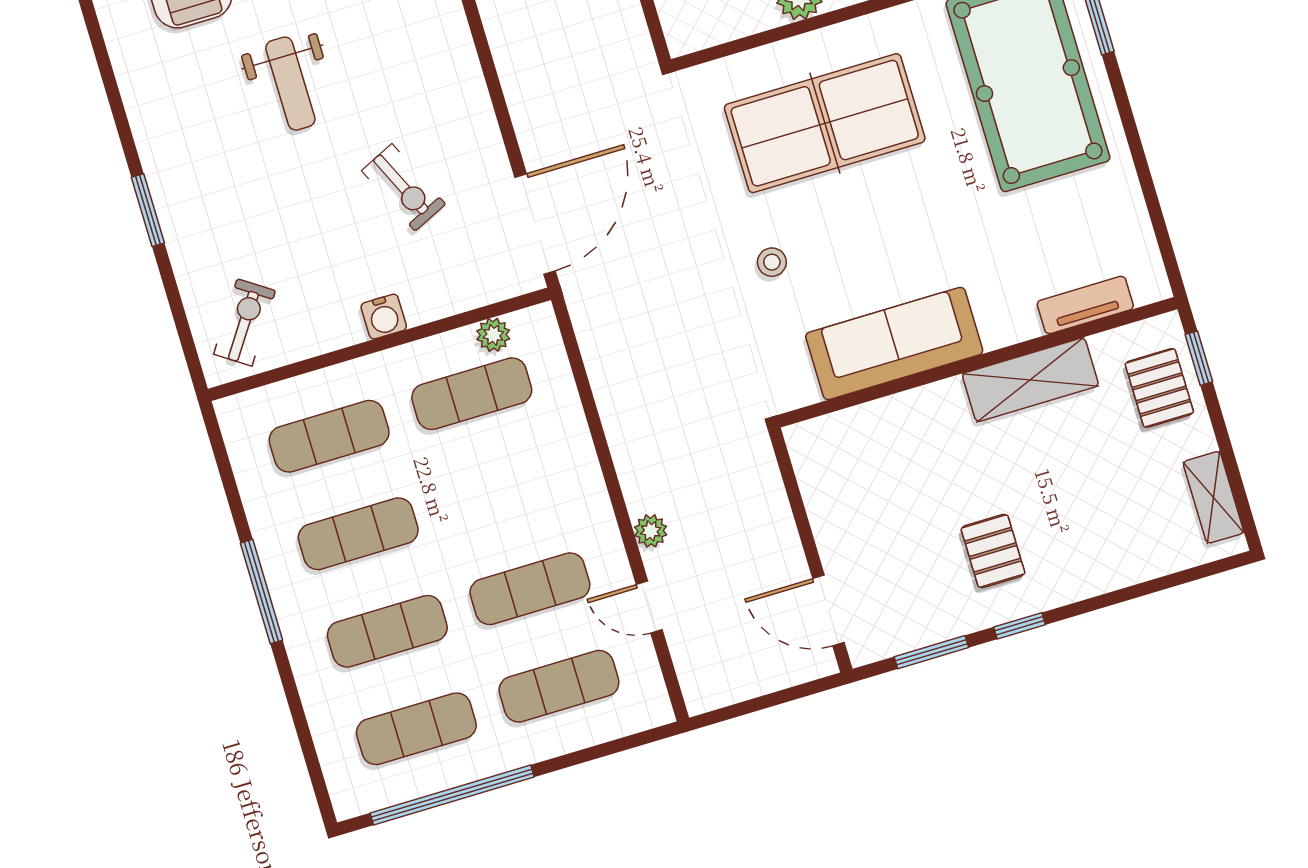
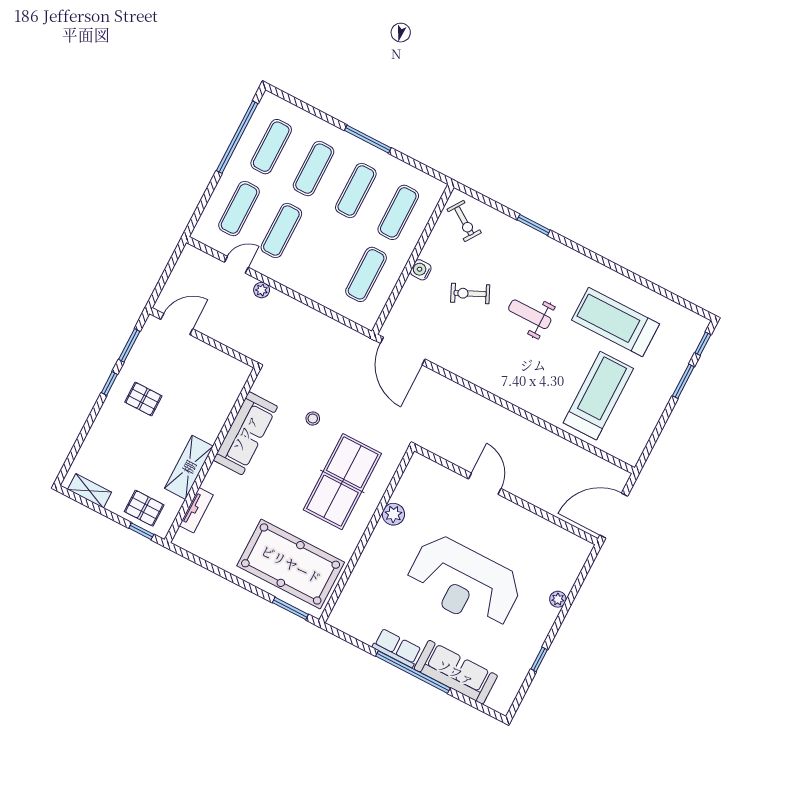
exercise bike: (404, 187) -> (470, 293), moved
plant: (493, 335) -> (379, 301), removed

